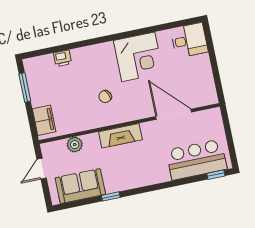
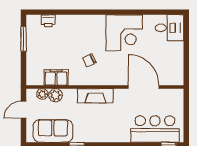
printer: (63, 58) -> (48, 21), moved
filing cabinet: (44, 120) -> (56, 78), moved, turned -90
plant: (59, 146) -> (42, 94), added

